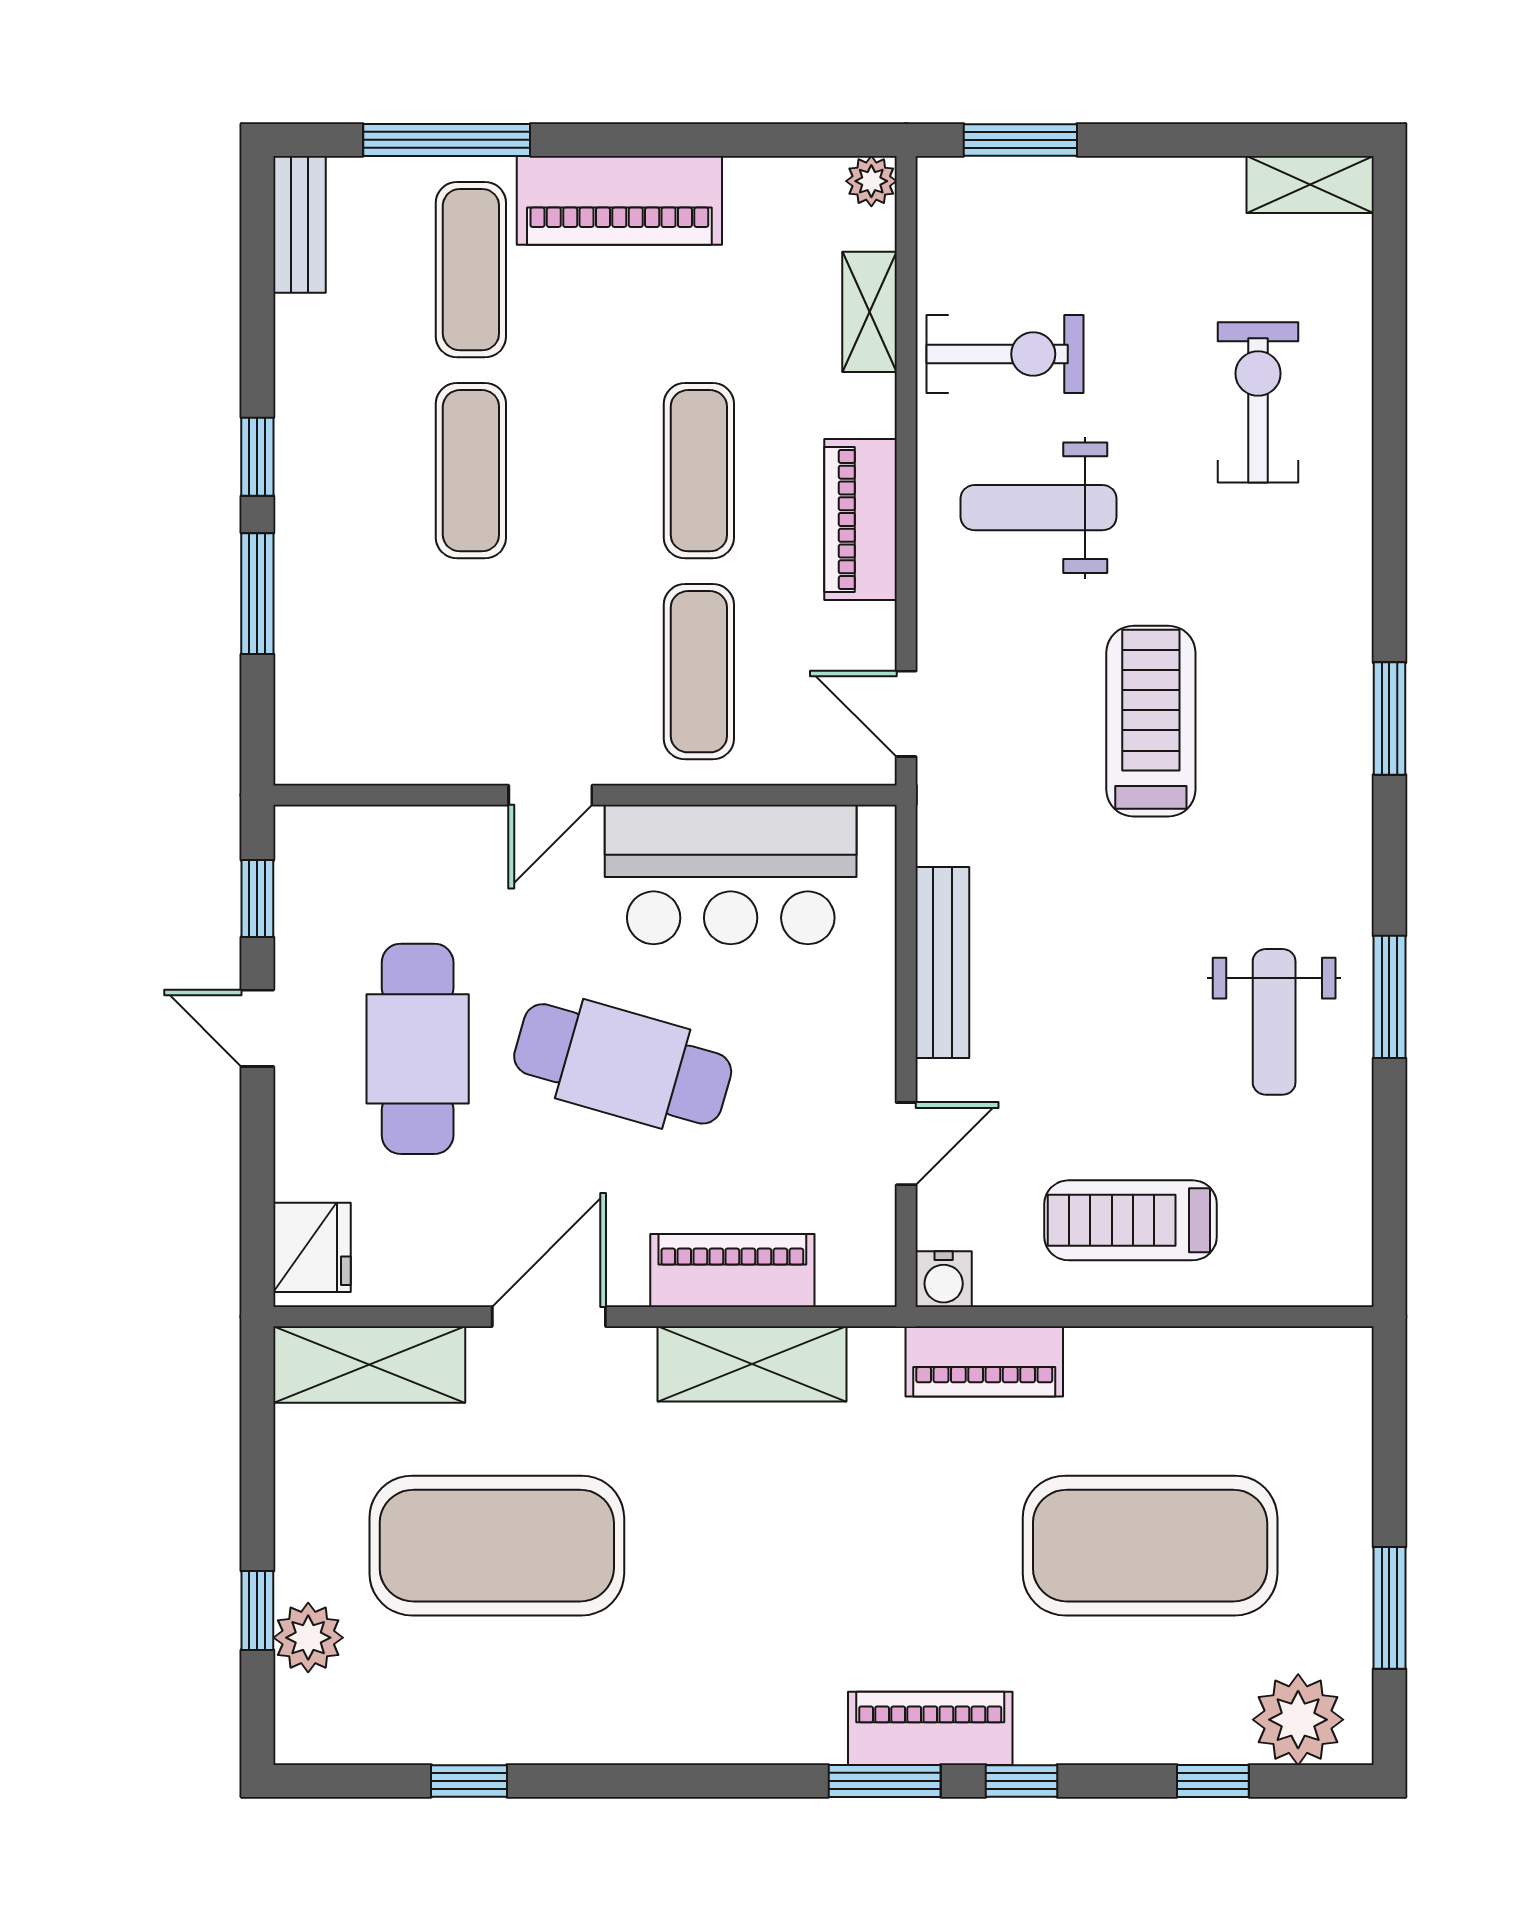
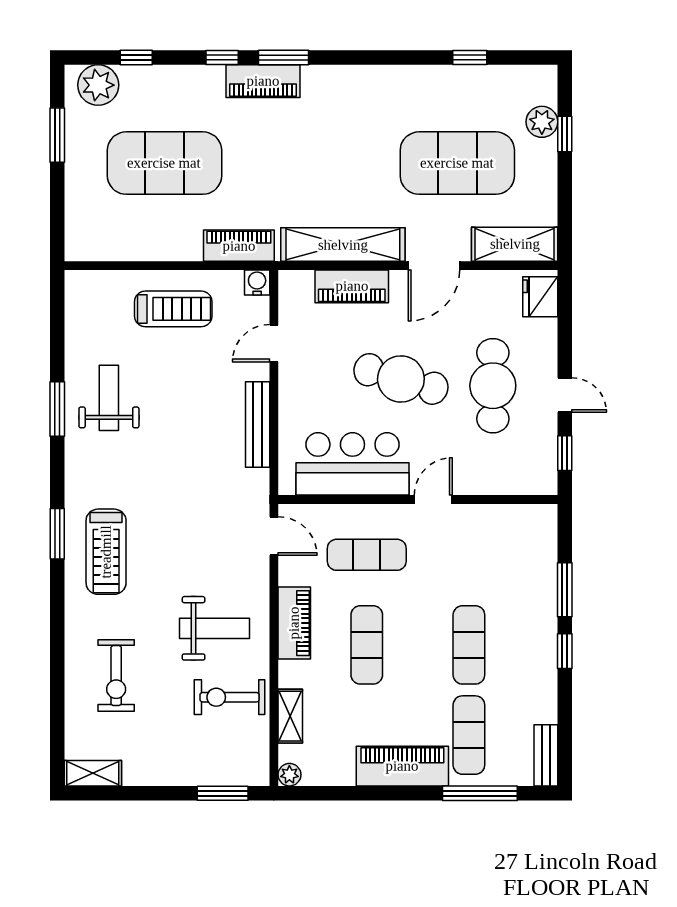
exercise mat: (699, 672) -> (367, 555), turned 90
treadmill: (1151, 721) -> (106, 552), moved
shelving: (752, 1364) -> (343, 245), width x1.47

